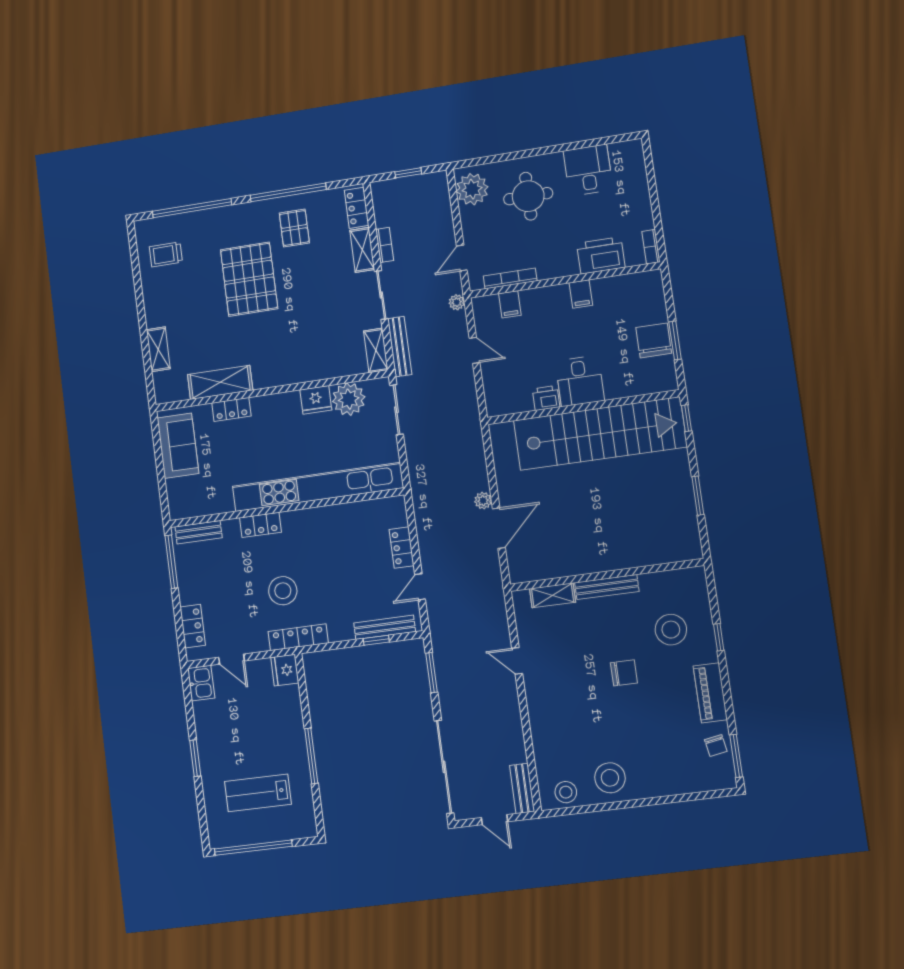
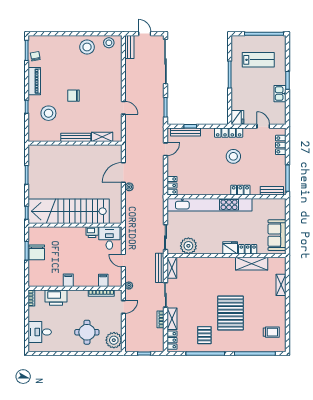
desk: (588, 170) -> (40, 332), moved, turned 90
desk: (580, 381) -> (109, 238), moved
fridge: (316, 400) -> (230, 248), moved
locker: (402, 548) -> (172, 185), moved
kitchen sink: (201, 683) -> (280, 94), moved

